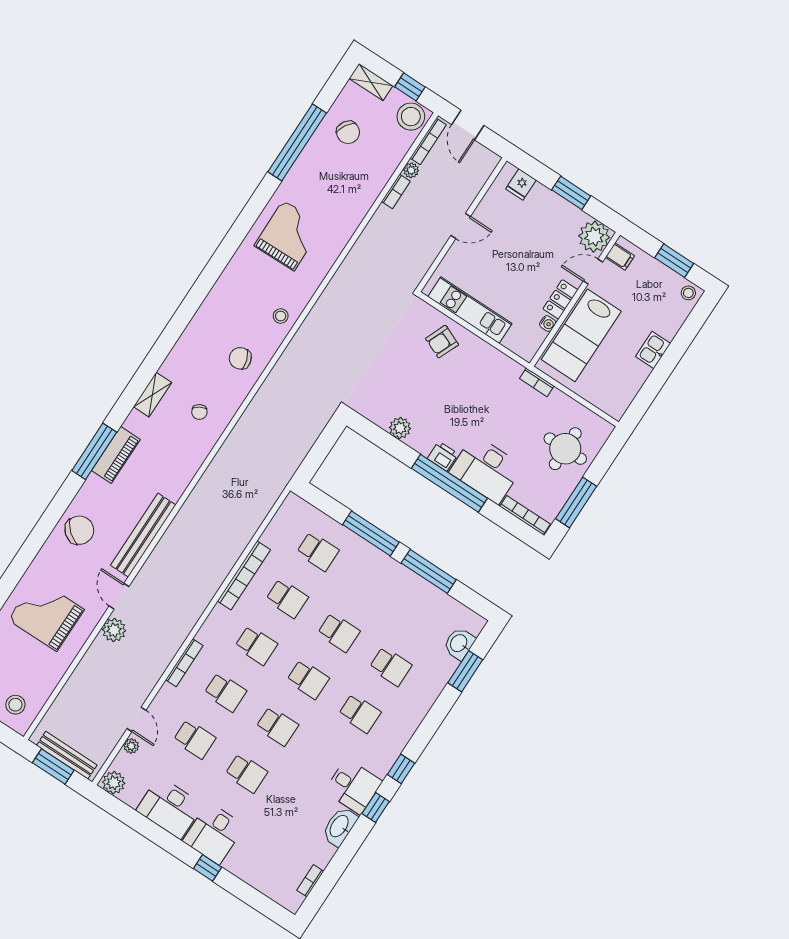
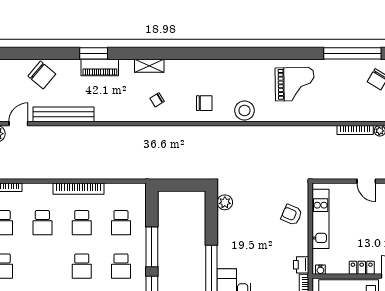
bookcase: (396, 191) -> (355, 130), width x1.56
stool: (281, 316) -> (244, 110), width x1.89, depth x1.89
water cooler: (548, 324) -> (320, 270), moved
chair: (240, 358) -> (204, 103), turned 108
plant: (400, 428) -> (225, 202), moved
window: (94, 451) -> (94, 53), width x0.69
printer: (443, 456) -> (301, 265), moved, turned 180
school desk: (308, 679) -> (121, 266), moved

